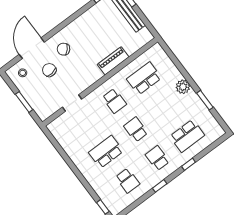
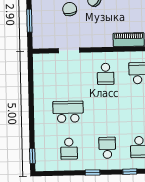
school desk: (136, 129) -> (106, 111), removed

